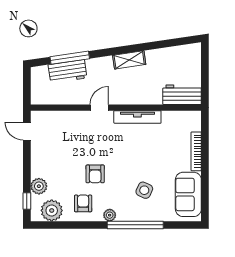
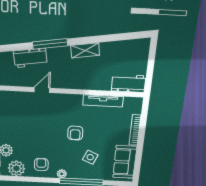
window: (70, 58) -> (50, 44), moved
door: (99, 108) -> (42, 90), moved
tv unit: (137, 117) -> (103, 101), moved
armchair: (95, 174) -> (75, 133), moved

